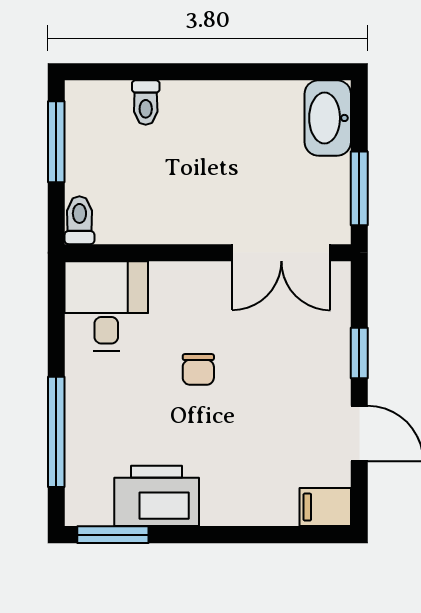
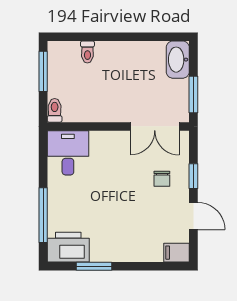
chair: (198, 369) -> (162, 179), moved
printer: (157, 496) -> (68, 247), moved
window: (113, 535) -> (94, 266), moved

